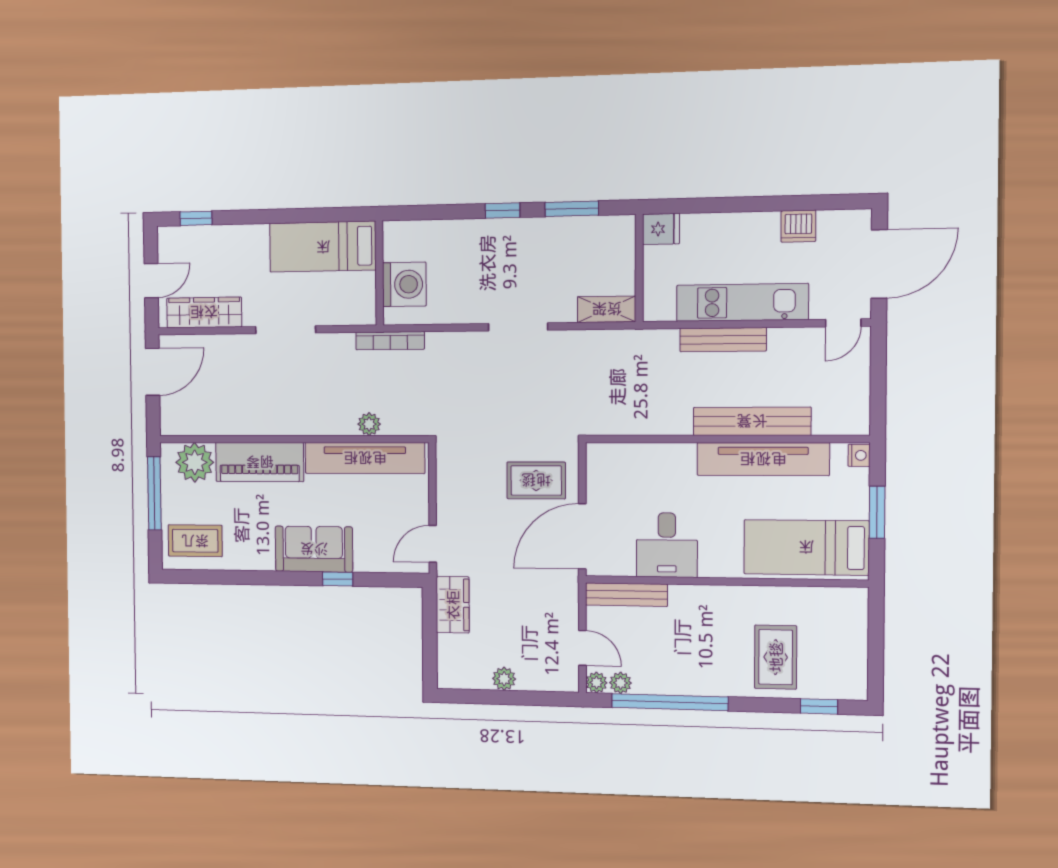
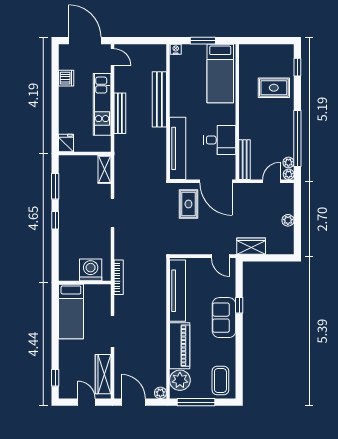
plant: (369, 424) -> (160, 393), moved
tv unit: (763, 459) -> (178, 148), moved

